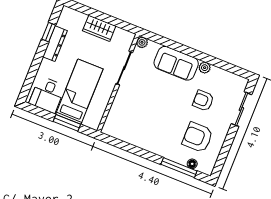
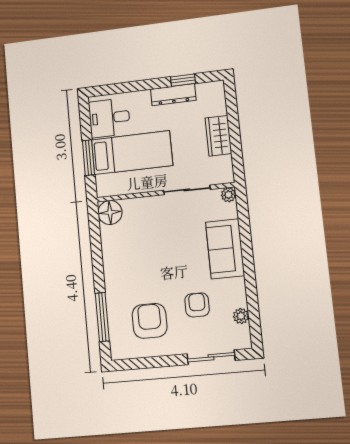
plant: (205, 68) -> (241, 316), moved
floor lamp: (192, 164) -> (110, 212), moved, width x1.89, depth x1.89

